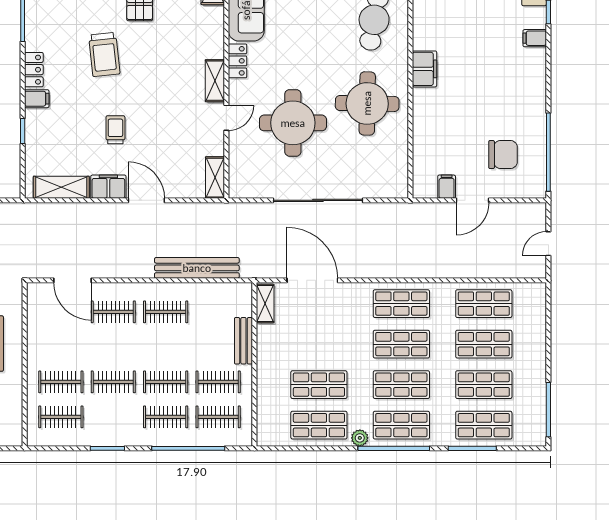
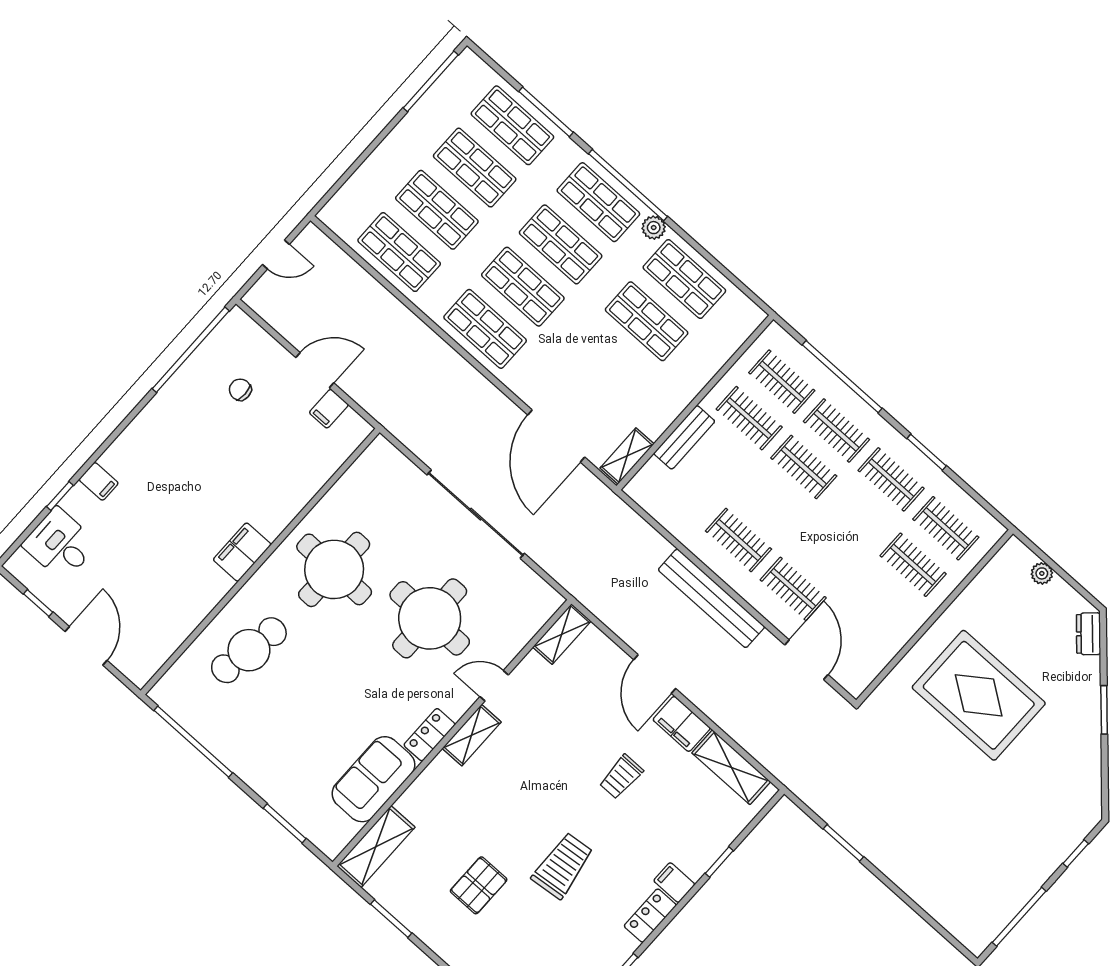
chair: (503, 155) -> (240, 390), width x0.54, depth x0.54
bench: (197, 268) -> (711, 598), moved
clothes rail: (113, 382) -> (891, 479), moved

